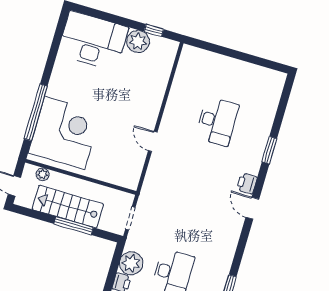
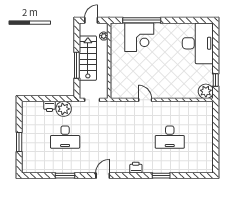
plant: (138, 41) -> (206, 91), moved
corner desk: (65, 133) -> (139, 37), width x0.74, depth x0.74
door: (153, 141) -> (145, 100), hinge flipped
door: (252, 208) -> (103, 176), moved

